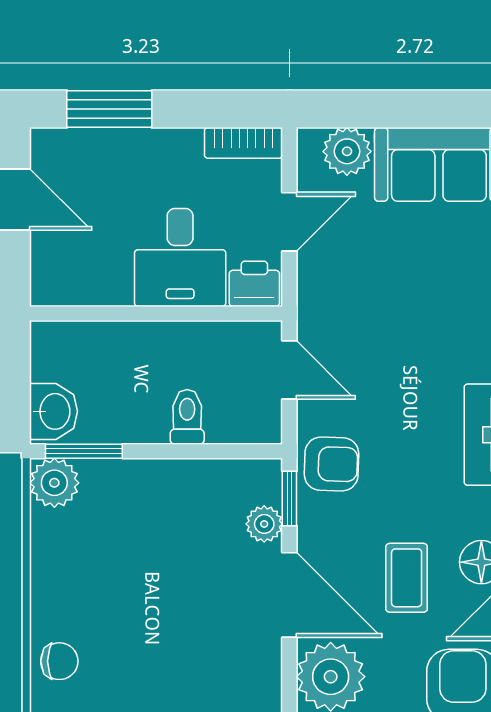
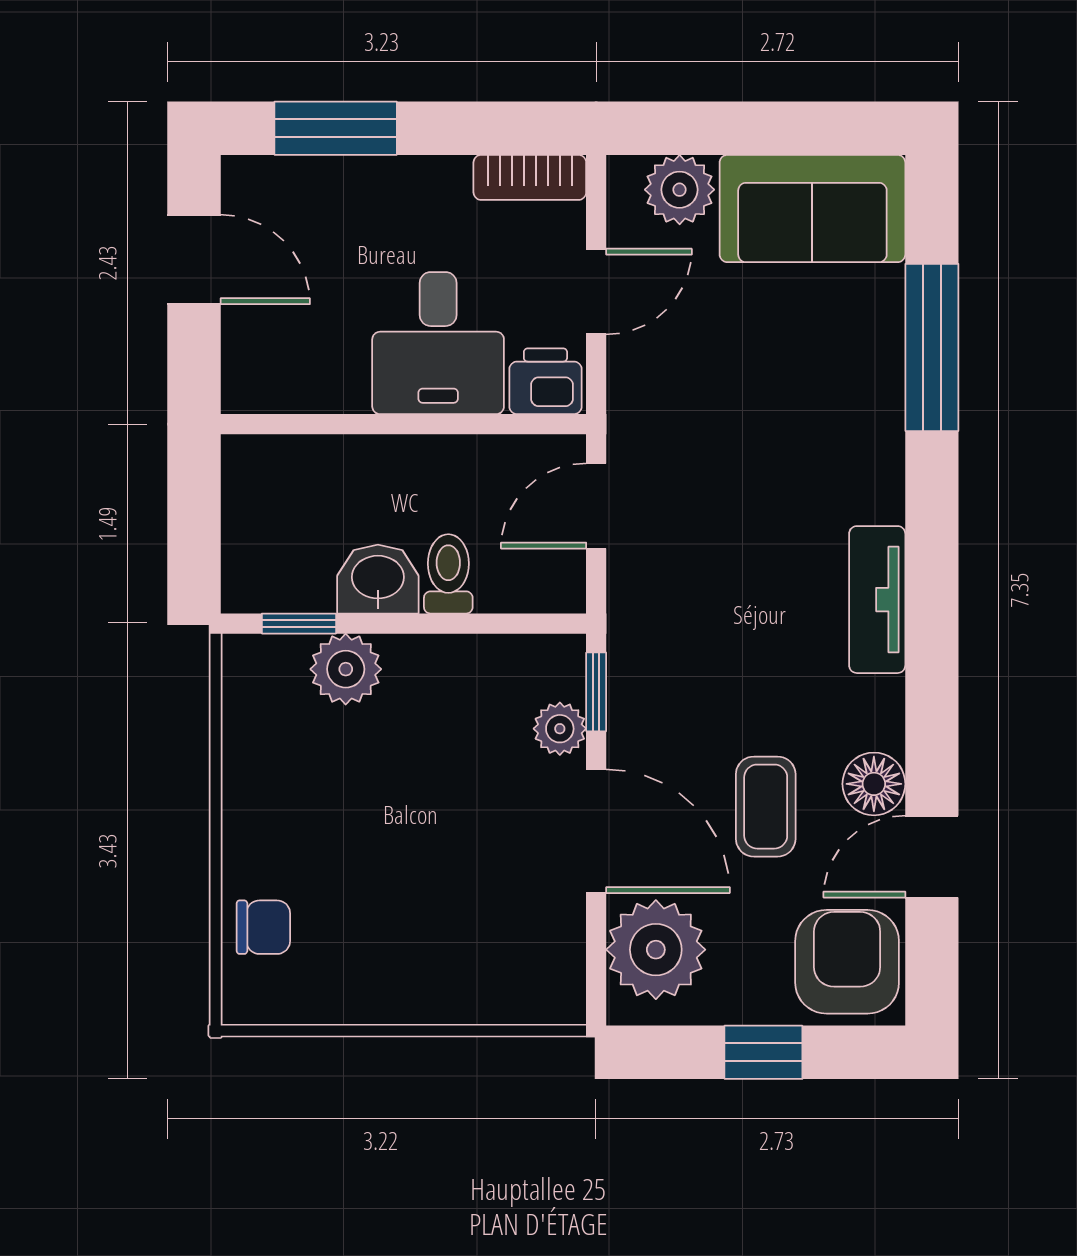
door: (289, 370) -> (596, 506), swing flipped
washbasin: (54, 411) -> (378, 579), moved, turned -90
window: (84, 451) -> (299, 624), width x0.67
armchair: (331, 464) -> (657, 642), removed
plant: (54, 483) -> (346, 669), moved

